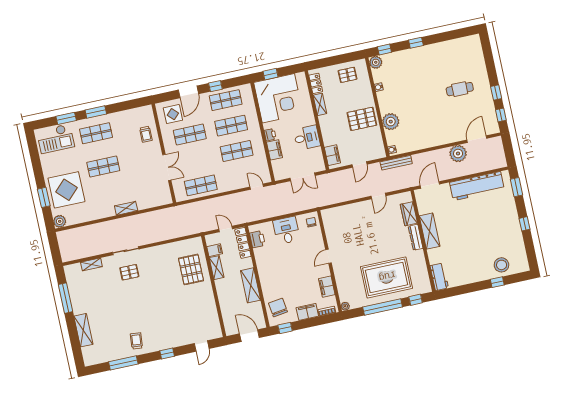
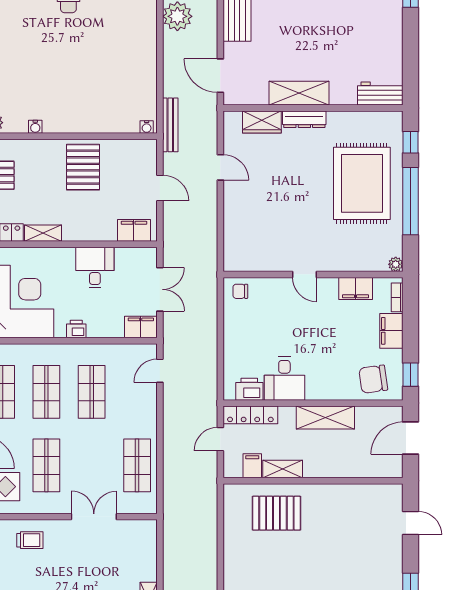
plant: (391, 122) -> (98, 119), removed
filing cabinet: (275, 150) -> (141, 327), moved
desk: (286, 230) -> (284, 379), moved, turned -90

